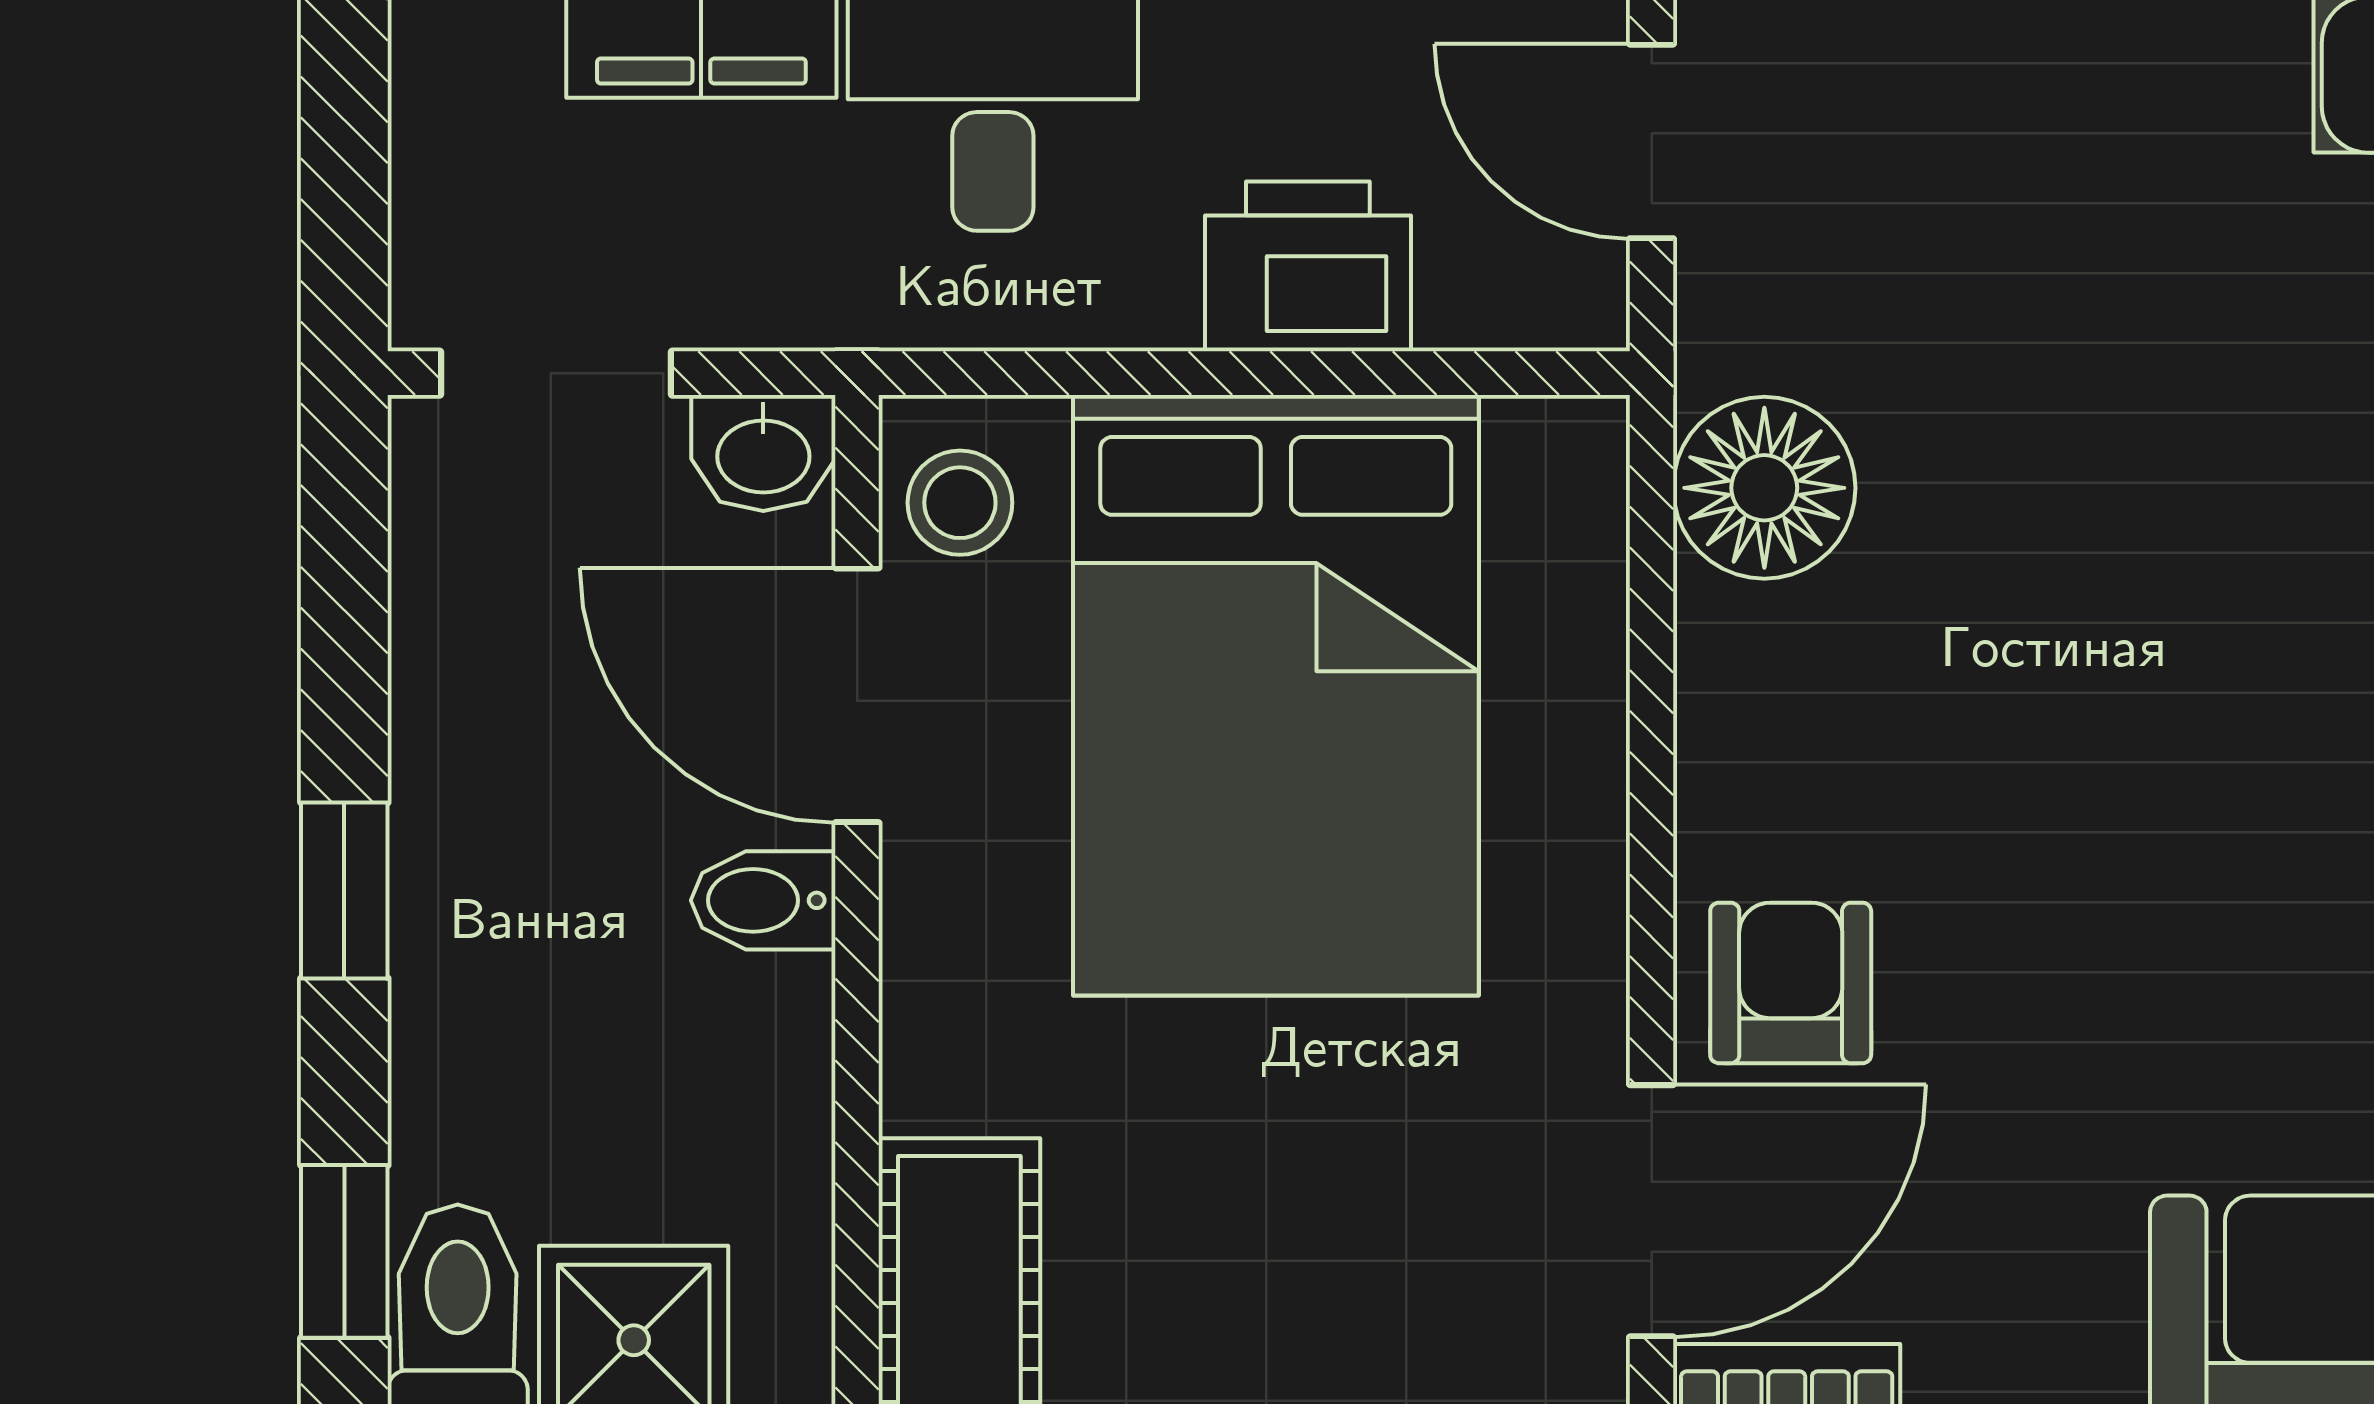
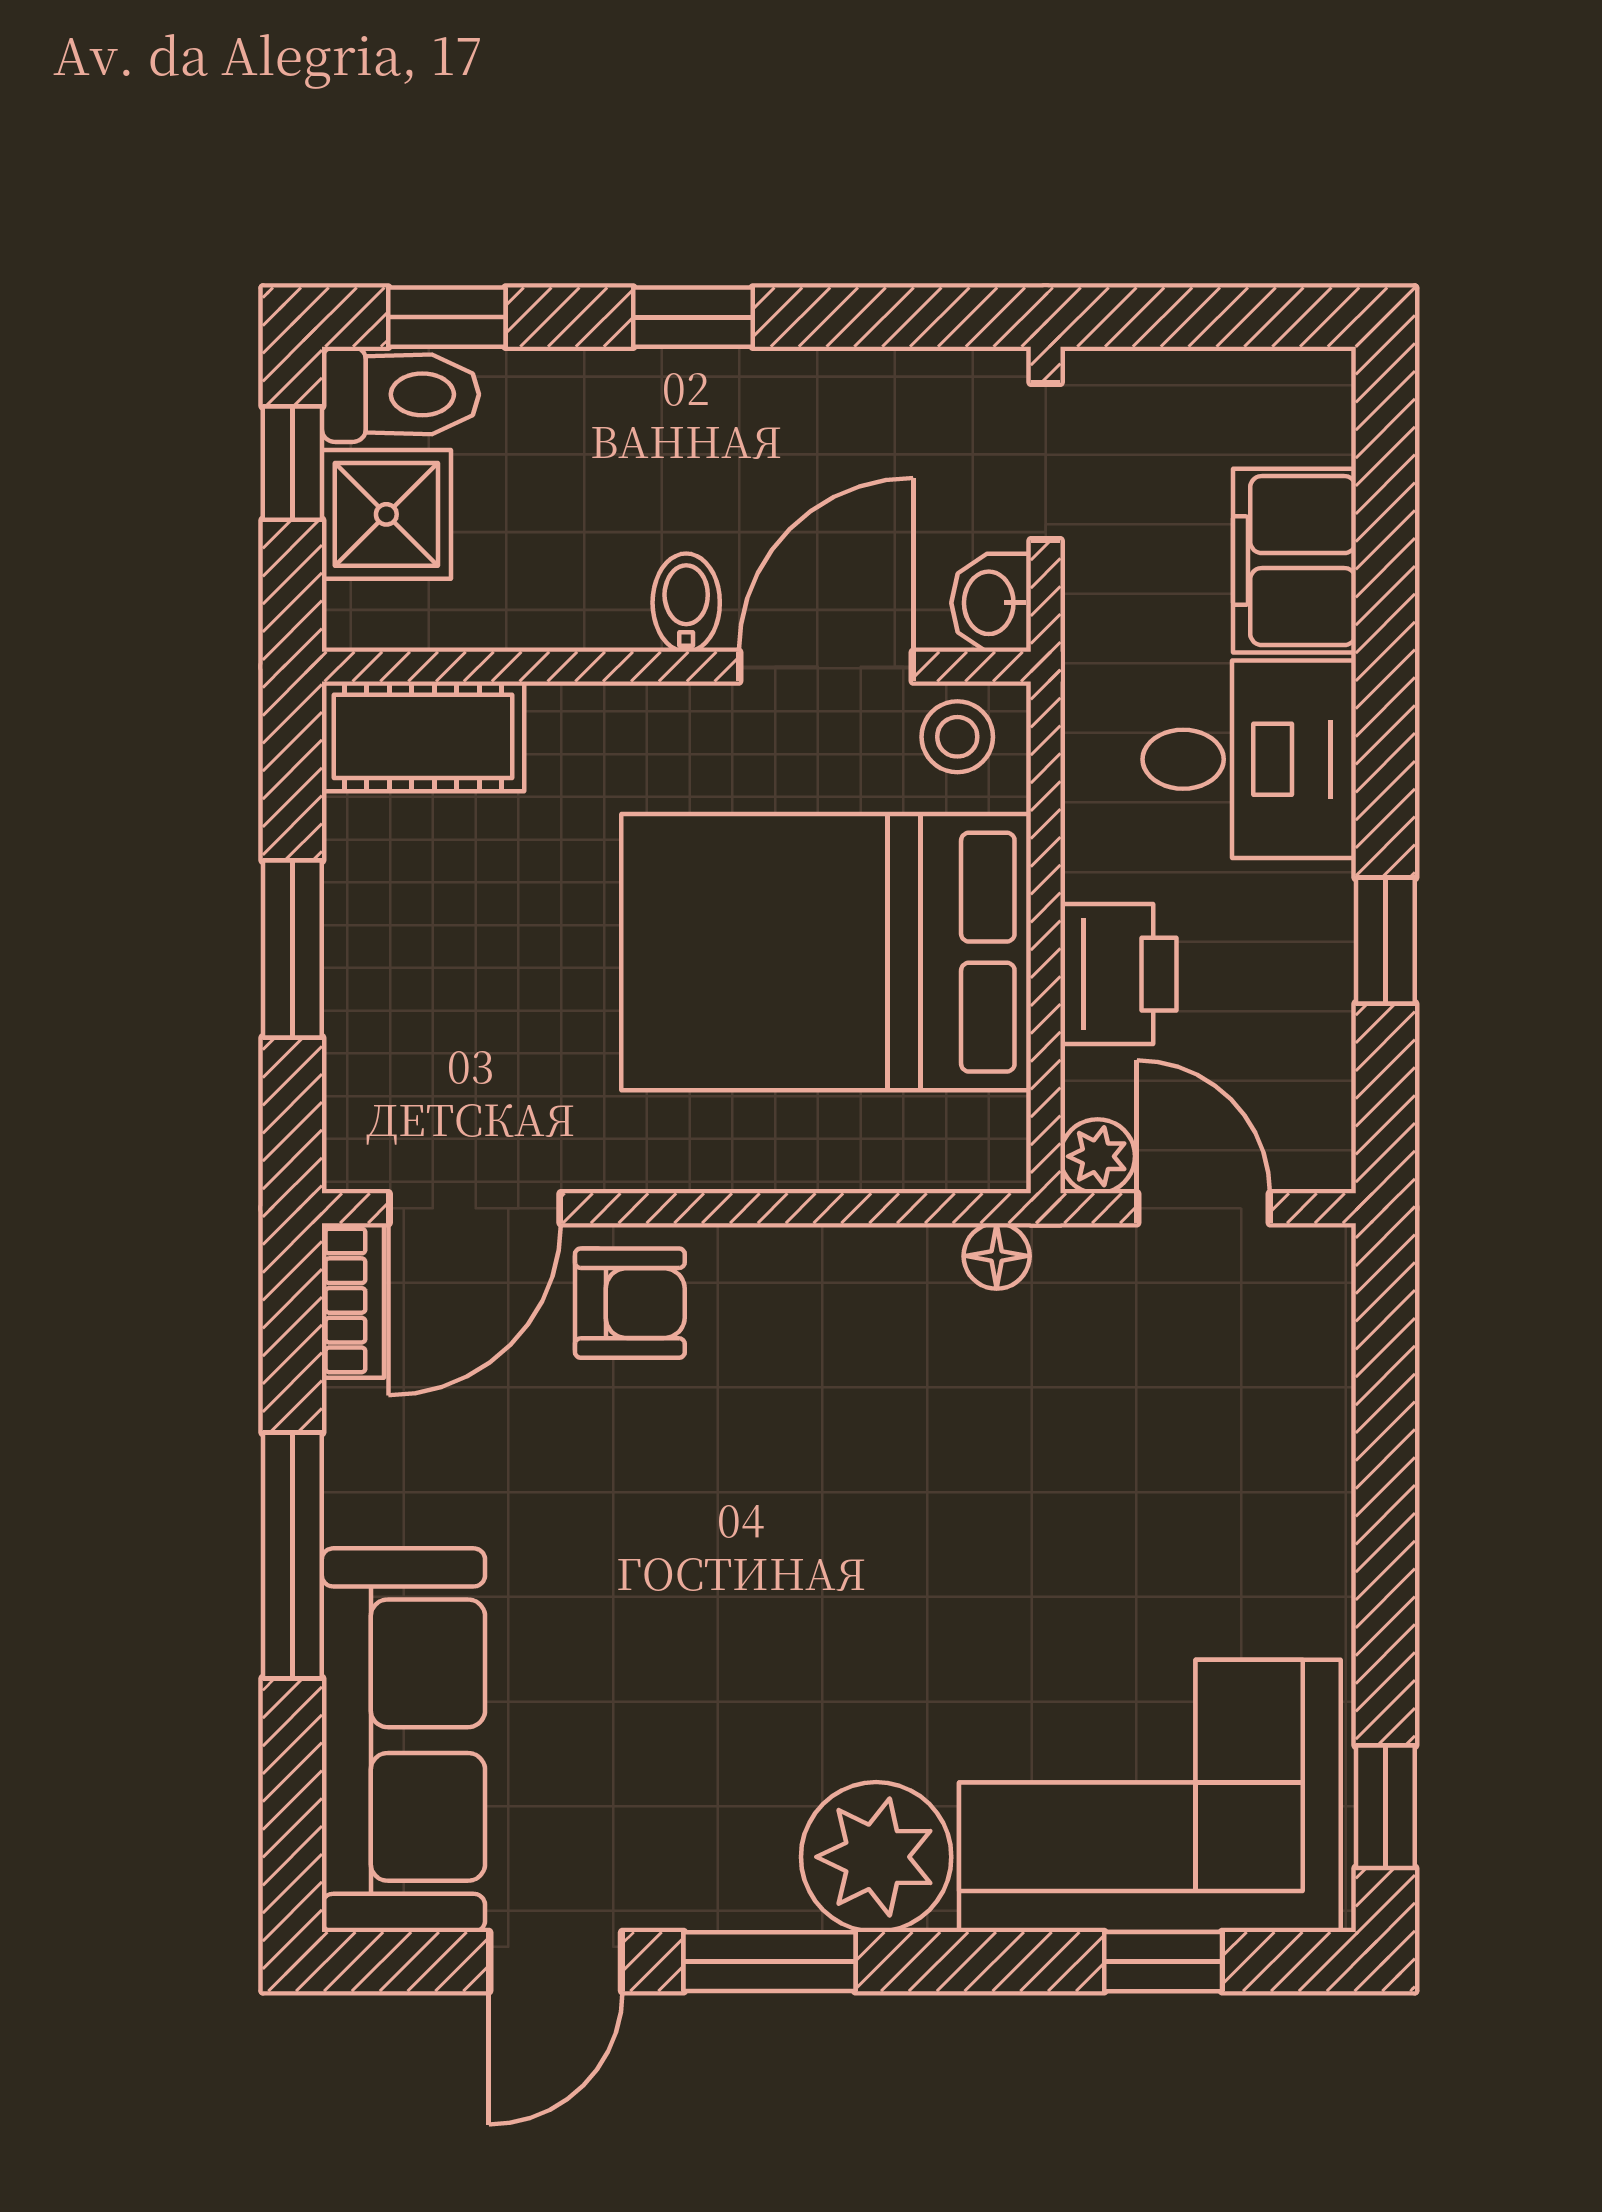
door: (1652, 141) -> (1204, 1208), hinge flipped
plant: (1575, 297) -> (1098, 1156), added
floor lamp: (1764, 488) -> (997, 1256), width x0.53, depth x0.53
door: (1652, 1211) -> (475, 1208), hinge flipped

